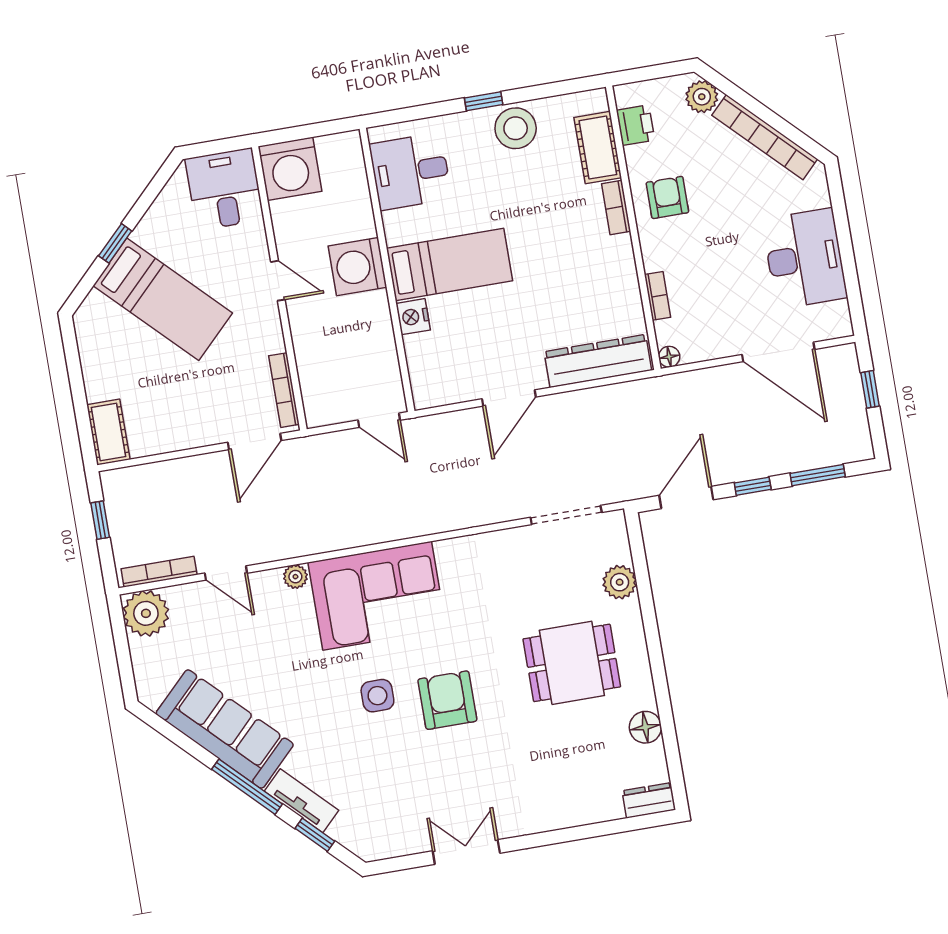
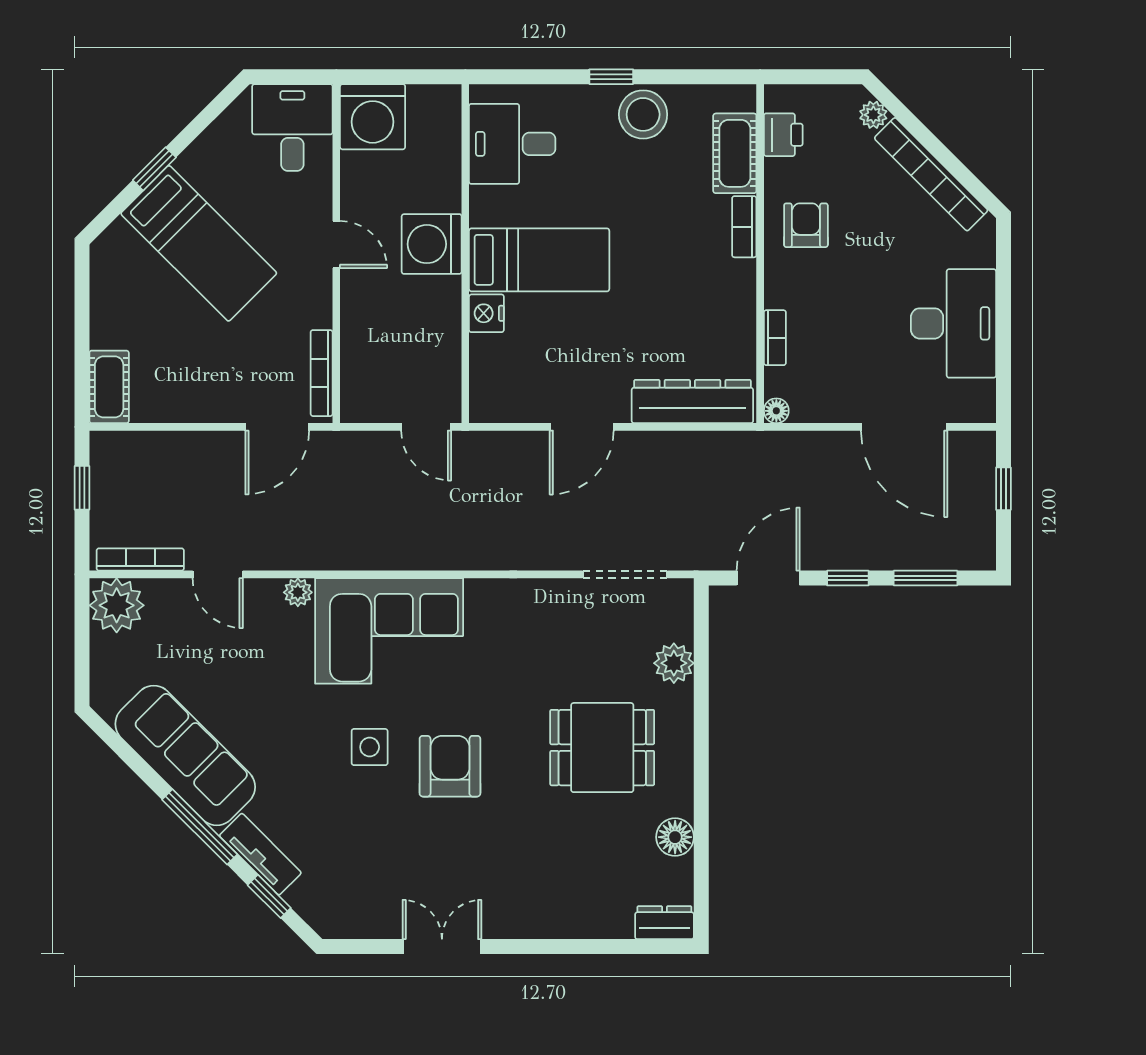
plant: (702, 97) -> (873, 115), width x0.73, depth x0.73

